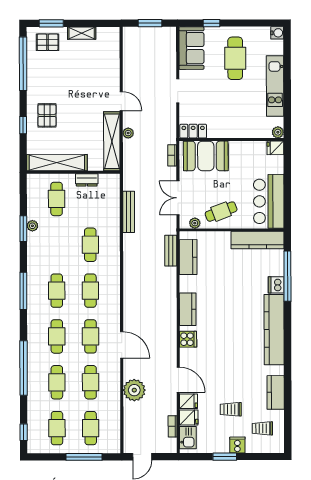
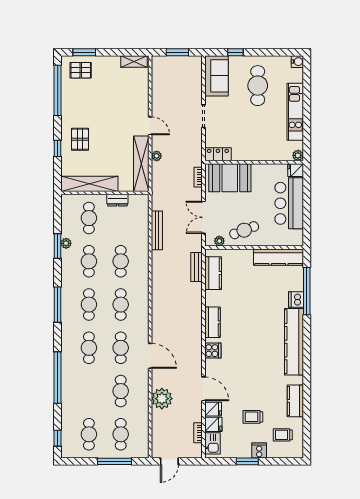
shelving: (82, 33) -> (134, 62), moved
bar counter: (269, 201) -> (289, 203), moved
cafe table: (57, 382) -> (89, 261), moved

